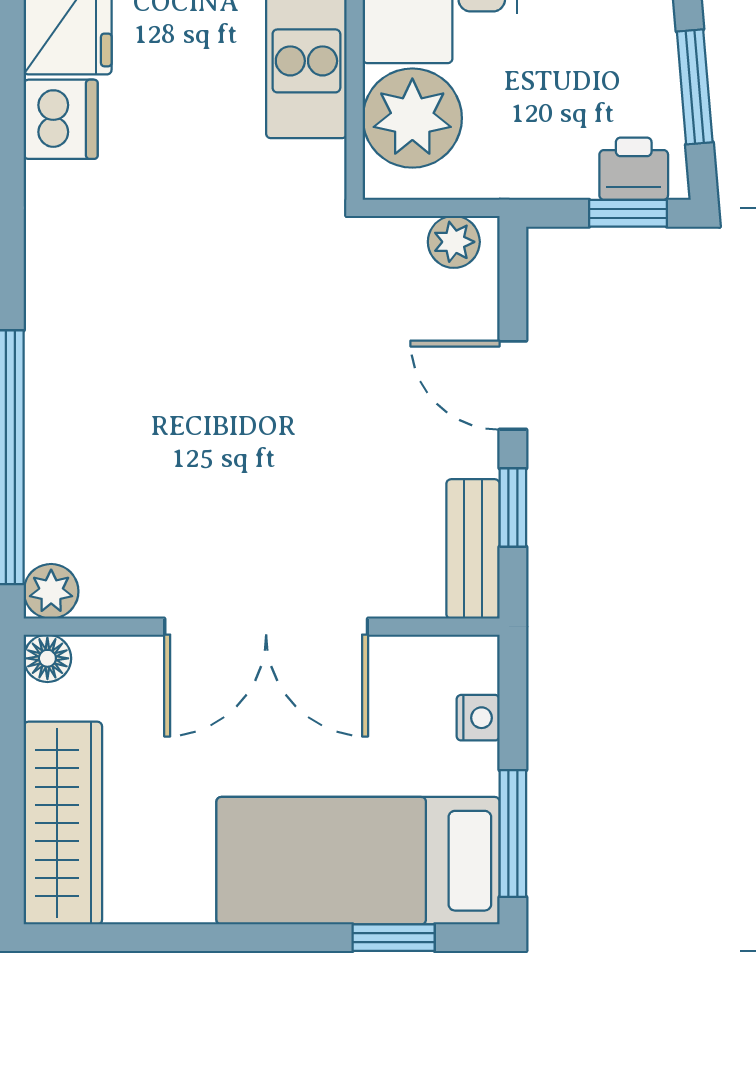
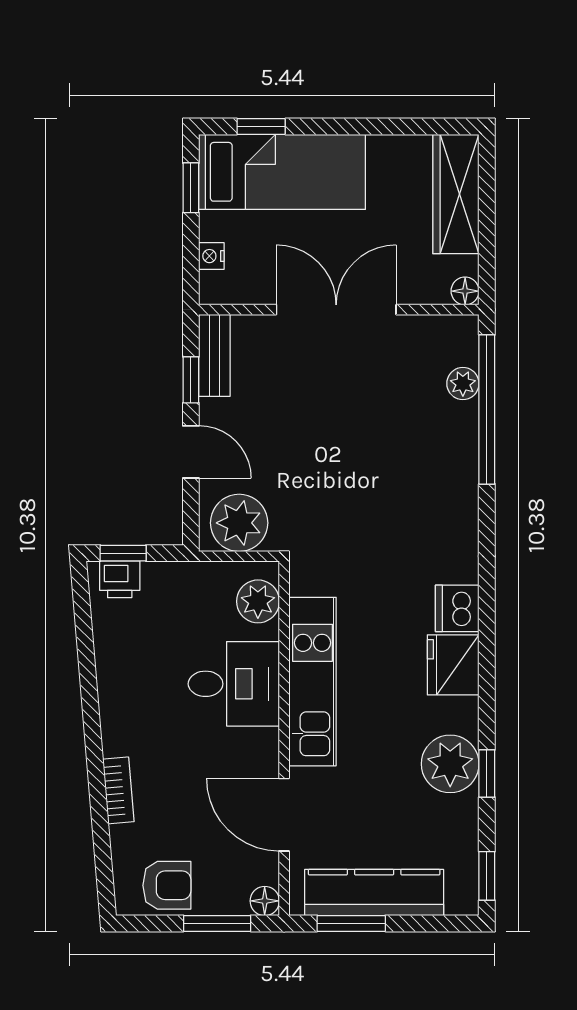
window: (695, 87) -> (84, 628), removed
plant: (412, 118) -> (258, 601), width x0.73, depth x0.73
plant: (454, 242) -> (239, 523), width x1.88, depth x1.88
plant: (51, 591) -> (463, 384), moved
window: (513, 834) -> (191, 188), width x0.67

